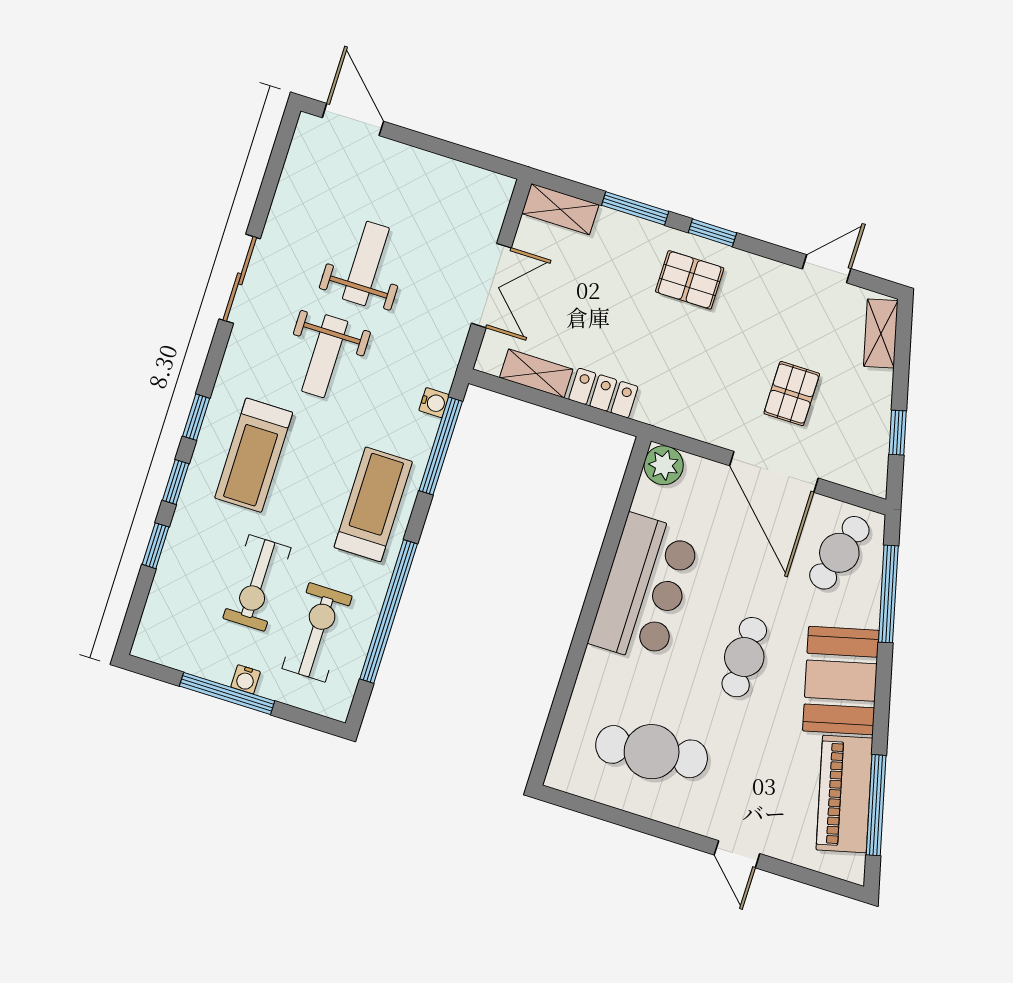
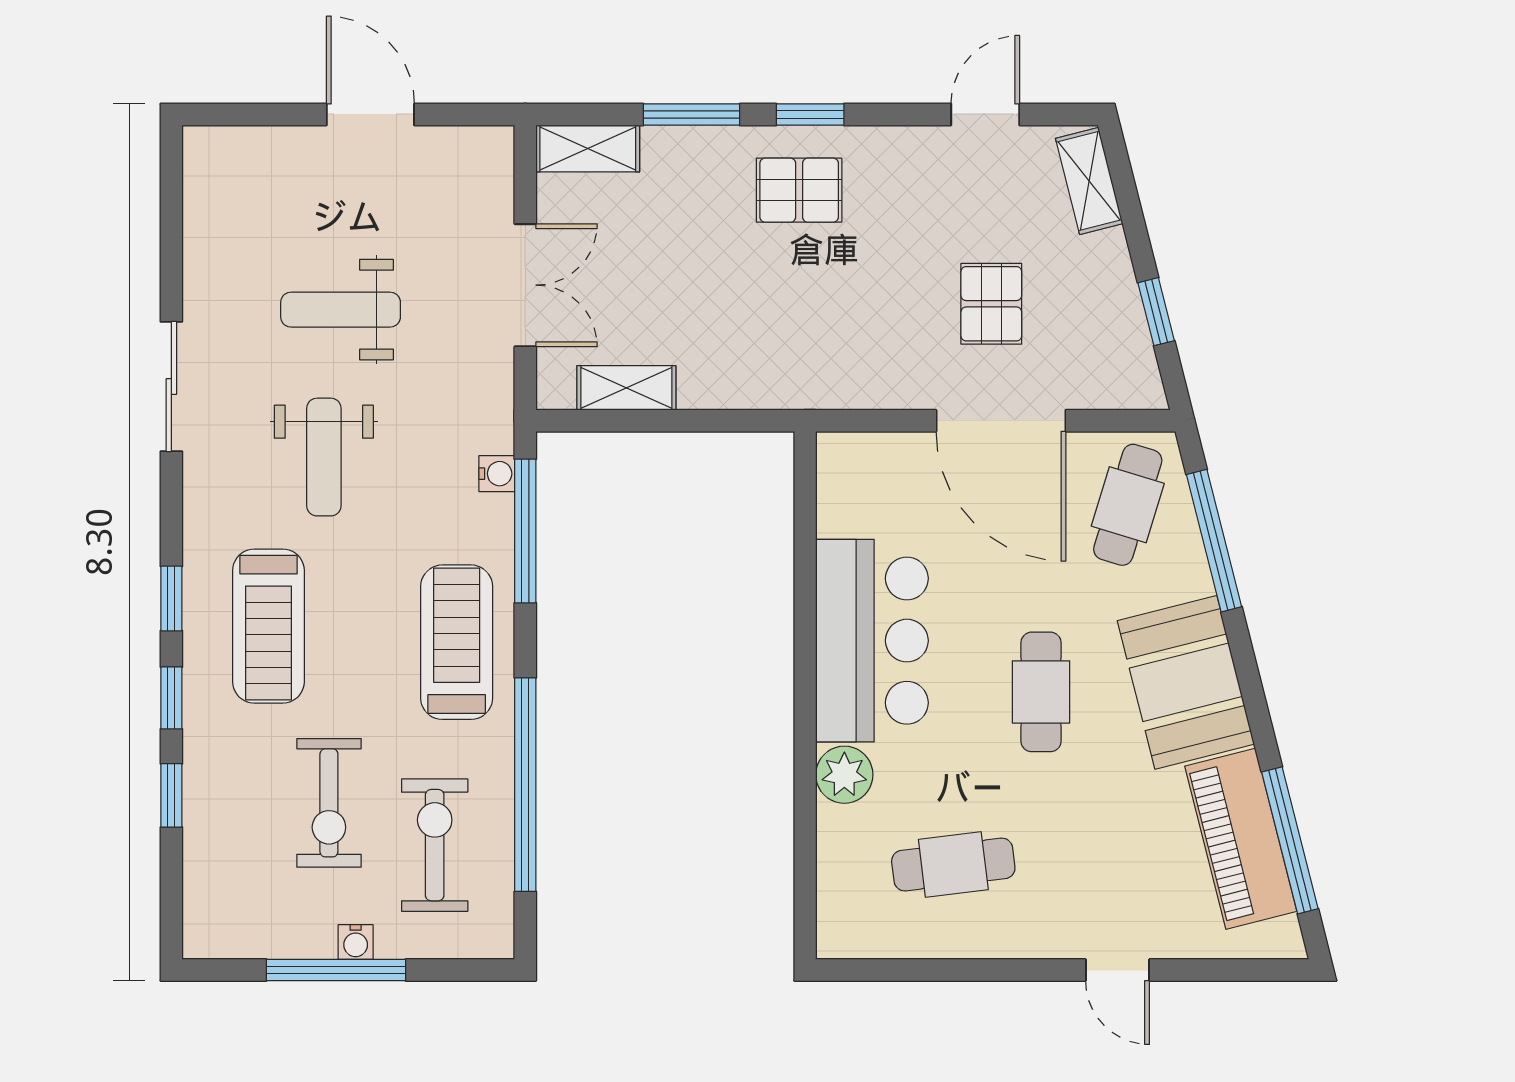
door: (353, 119) -> (370, 114), moved
weight bench: (366, 263) -> (341, 310), turned -90
locker: (603, 393) -> (729, 386), removed
plant: (664, 465) -> (844, 775), moved
cafe table: (652, 752) -> (953, 864), width x0.73, depth x0.74

